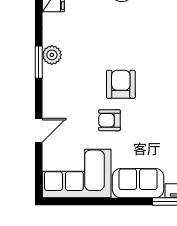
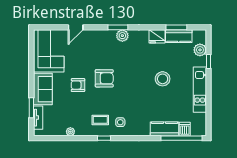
armchair: (109, 120) -> (78, 85), moved, turned -90
door: (39, 130) -> (76, 27), hinge flipped

